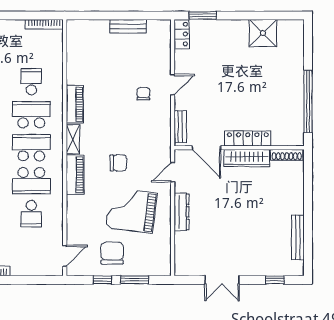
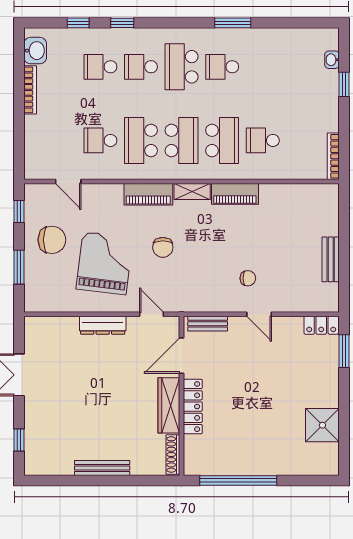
school desk: (31, 82) -> (263, 140), turned 180
bench: (298, 238) -> (102, 468), moved
door: (65, 256) -> (68, 181), moved
window: (102, 280) -> (19, 212), moved

